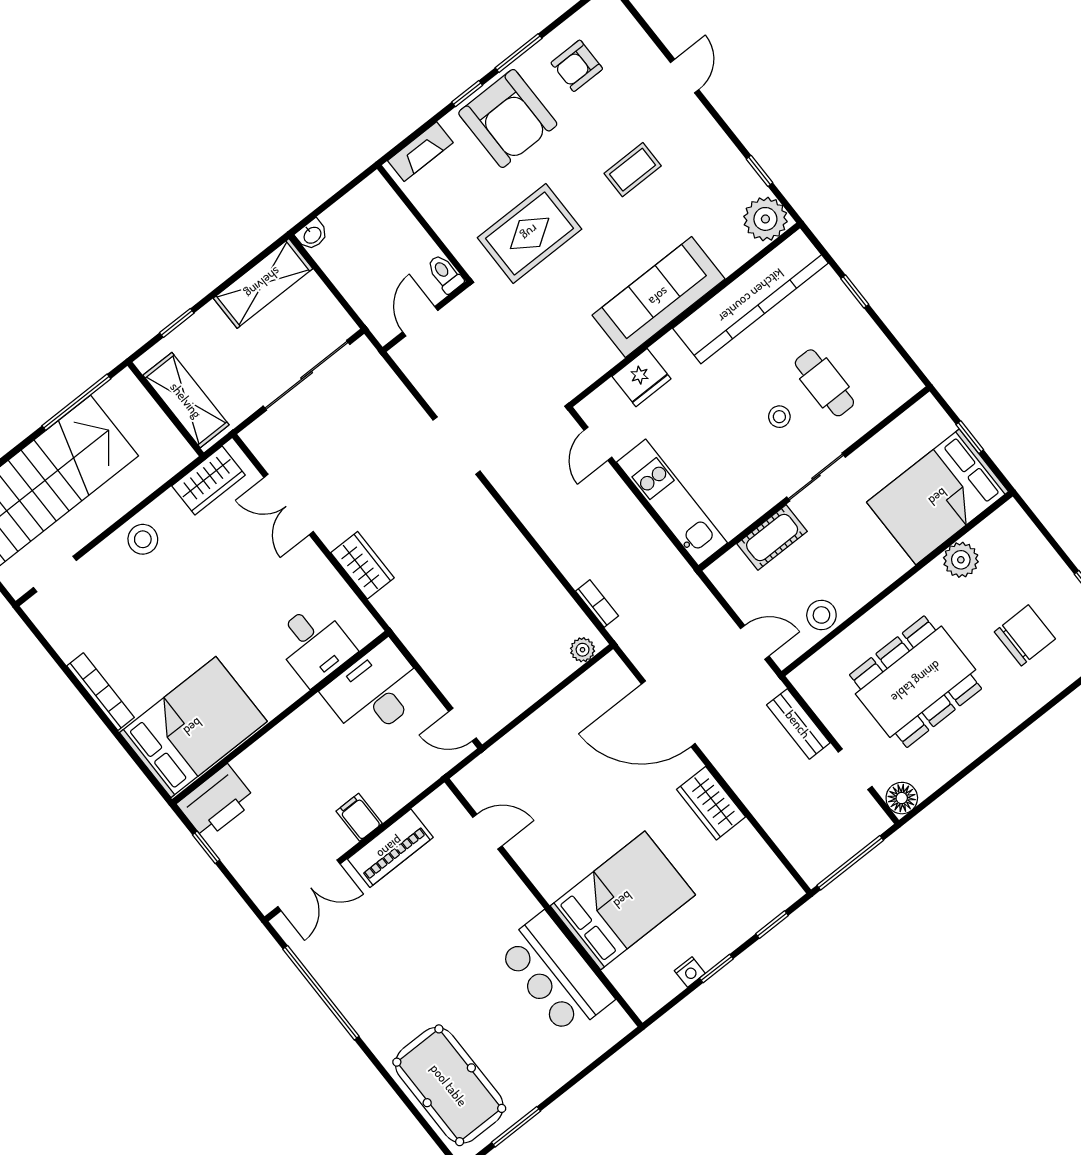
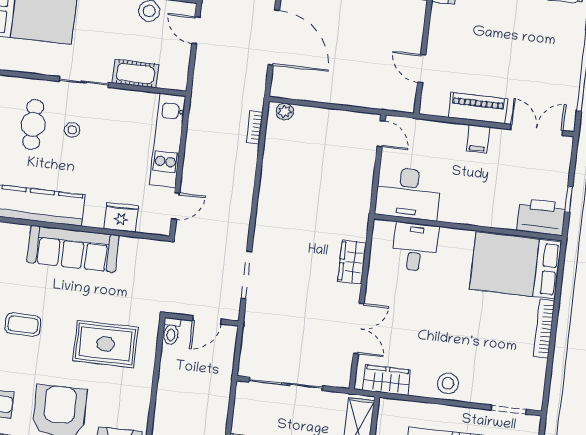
toilet: (445, 274) -> (171, 331), moved
wall: (426, 317) -> (202, 319), moved
door: (420, 321) -> (207, 320), moved

